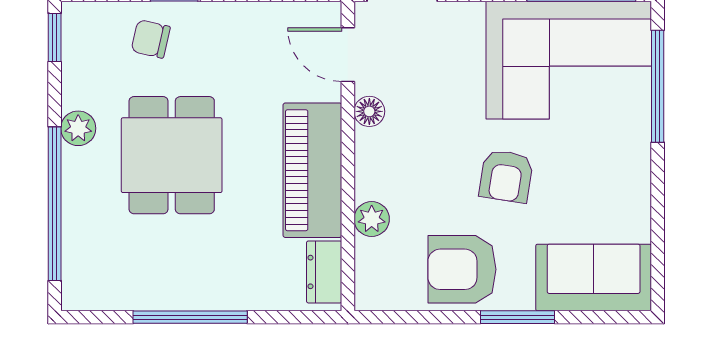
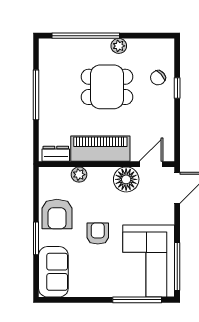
window: (55, 37) -> (159, 36), removed
chair: (151, 39) -> (158, 78), turned -145
floor lamp: (369, 111) -> (126, 179), width x1.89, depth x1.89
armchair: (506, 176) -> (98, 233), turned 81
armchair: (462, 269) -> (57, 214), turned 180

